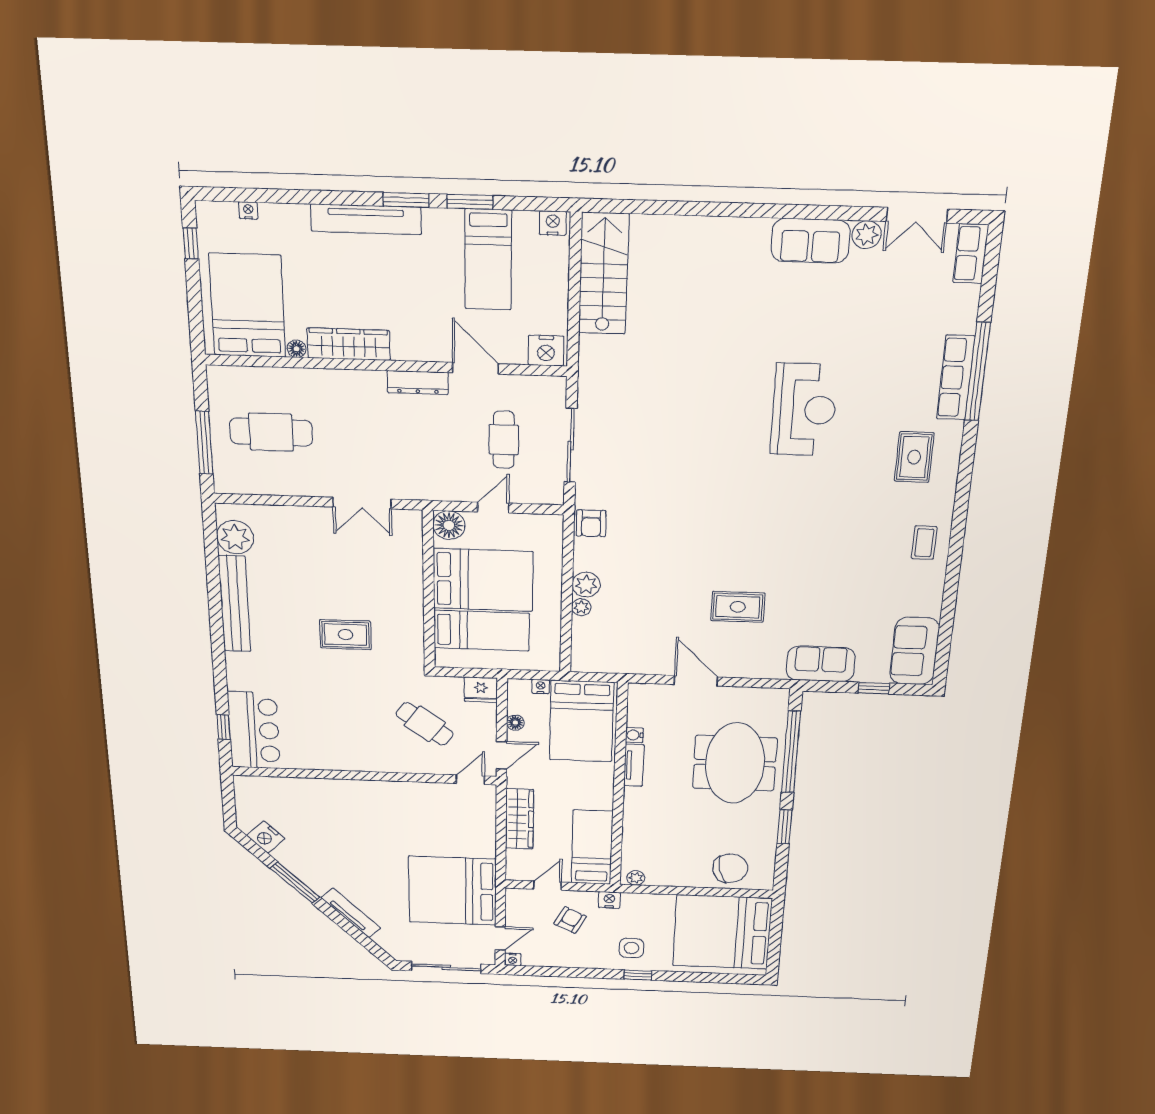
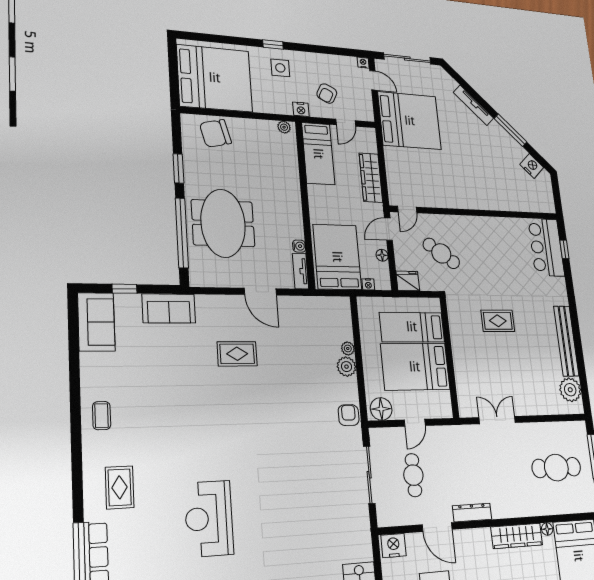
floor lamp: (449, 525) -> (381, 409), moved
tv unit: (634, 765) -> (300, 271), moved
door: (500, 938) -> (373, 80), swing flipped

